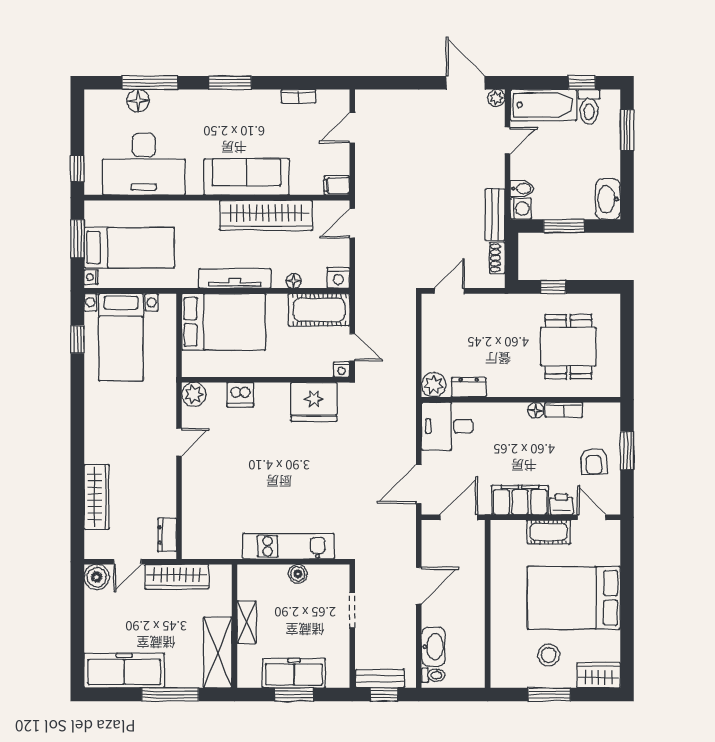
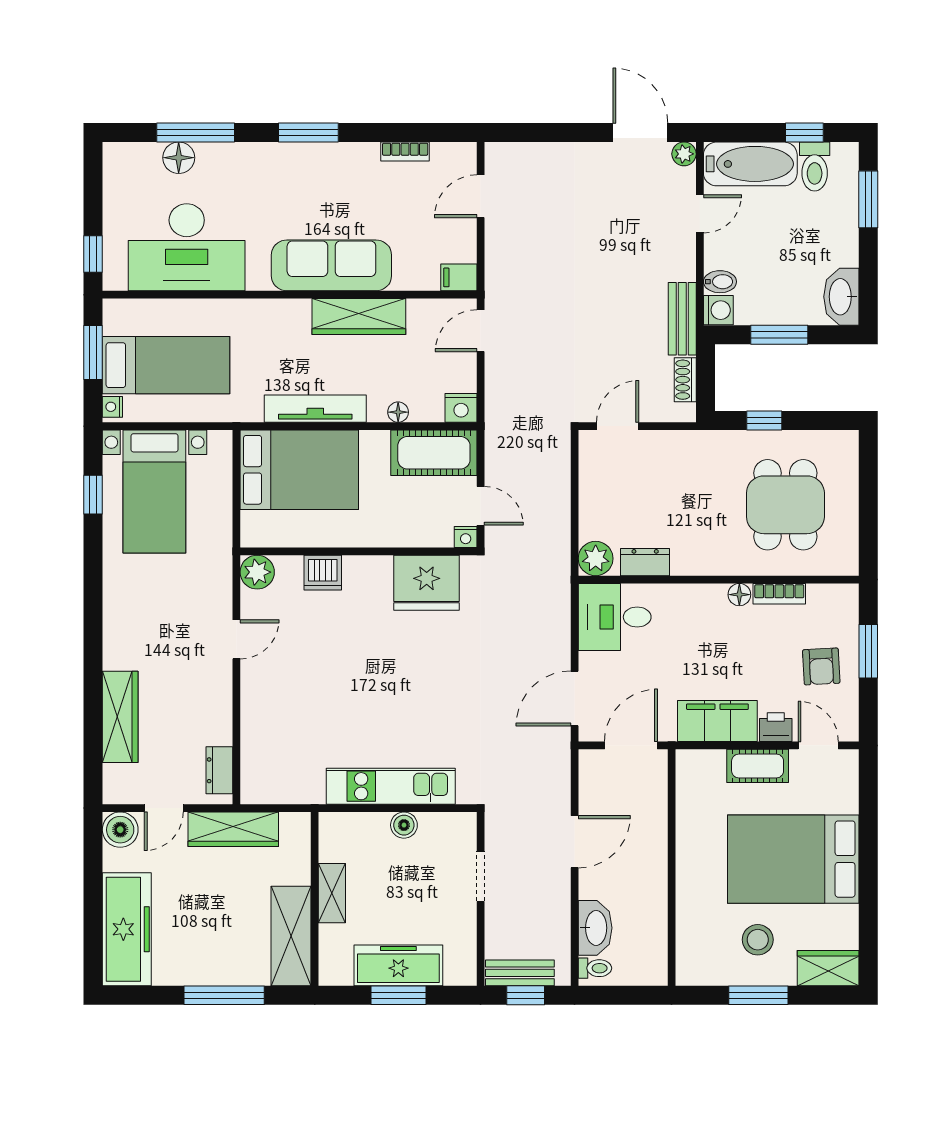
wardrobe: (266, 215) -> (359, 316), width x0.71, depth x0.85
freezer: (124, 671) -> (127, 929), moved, turned 90

